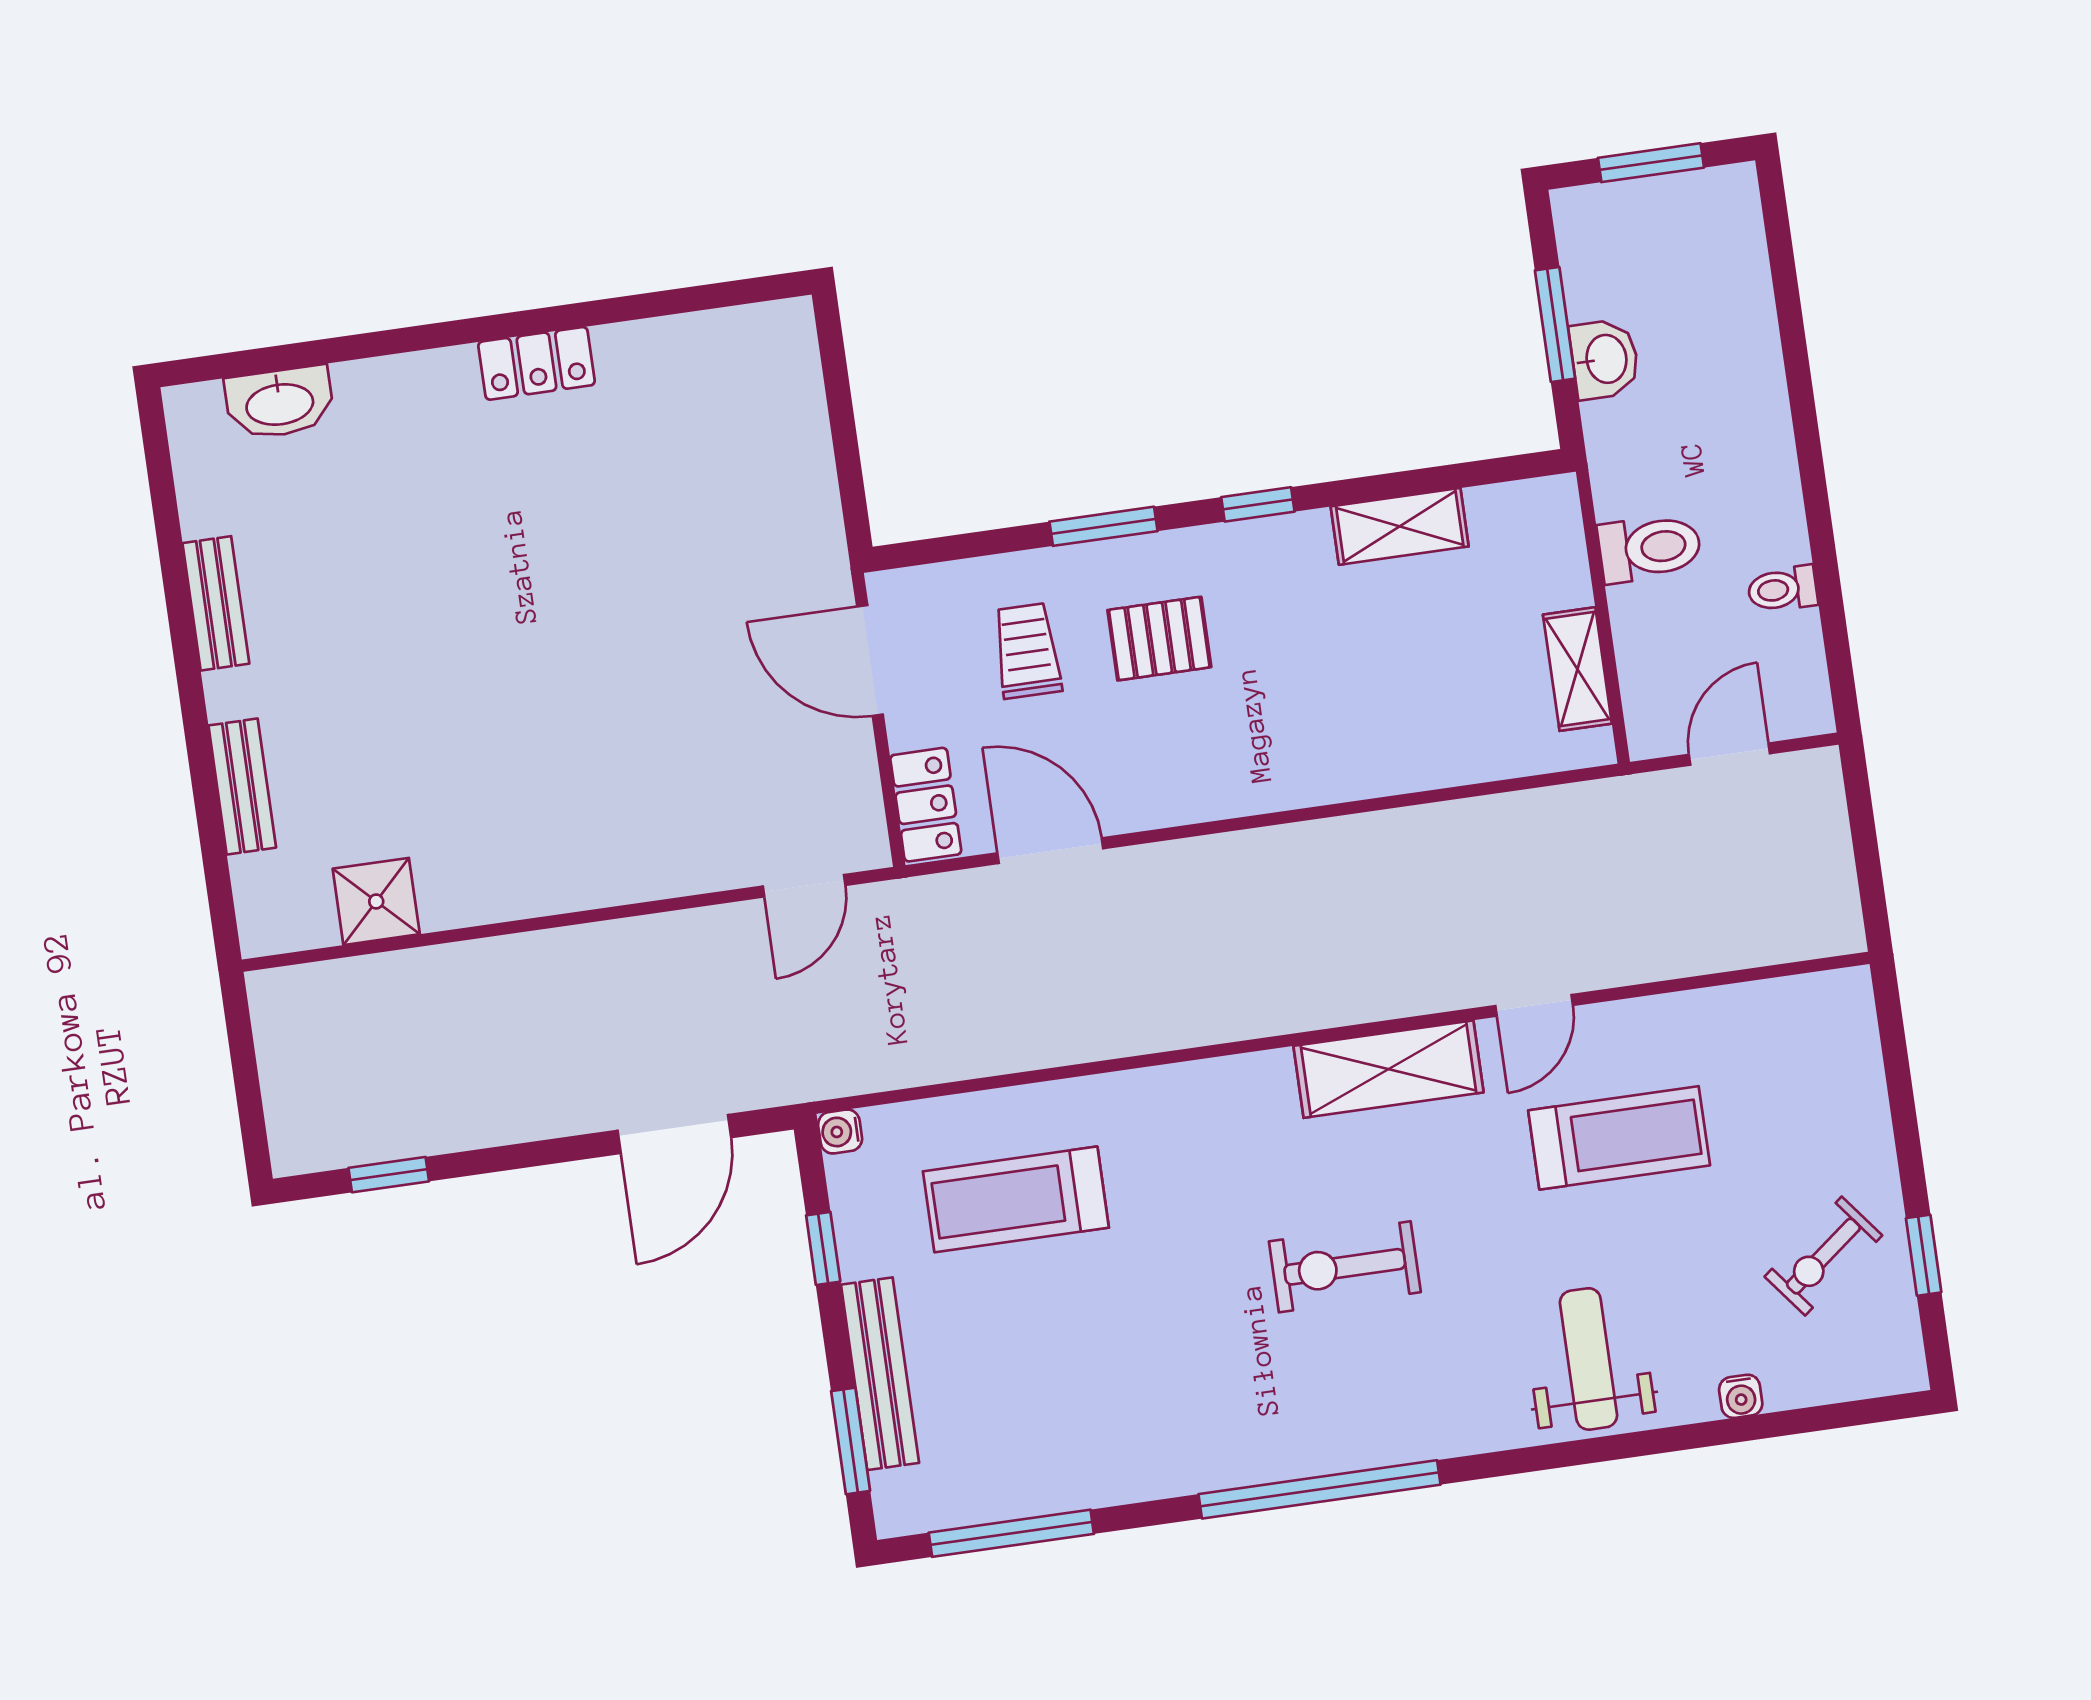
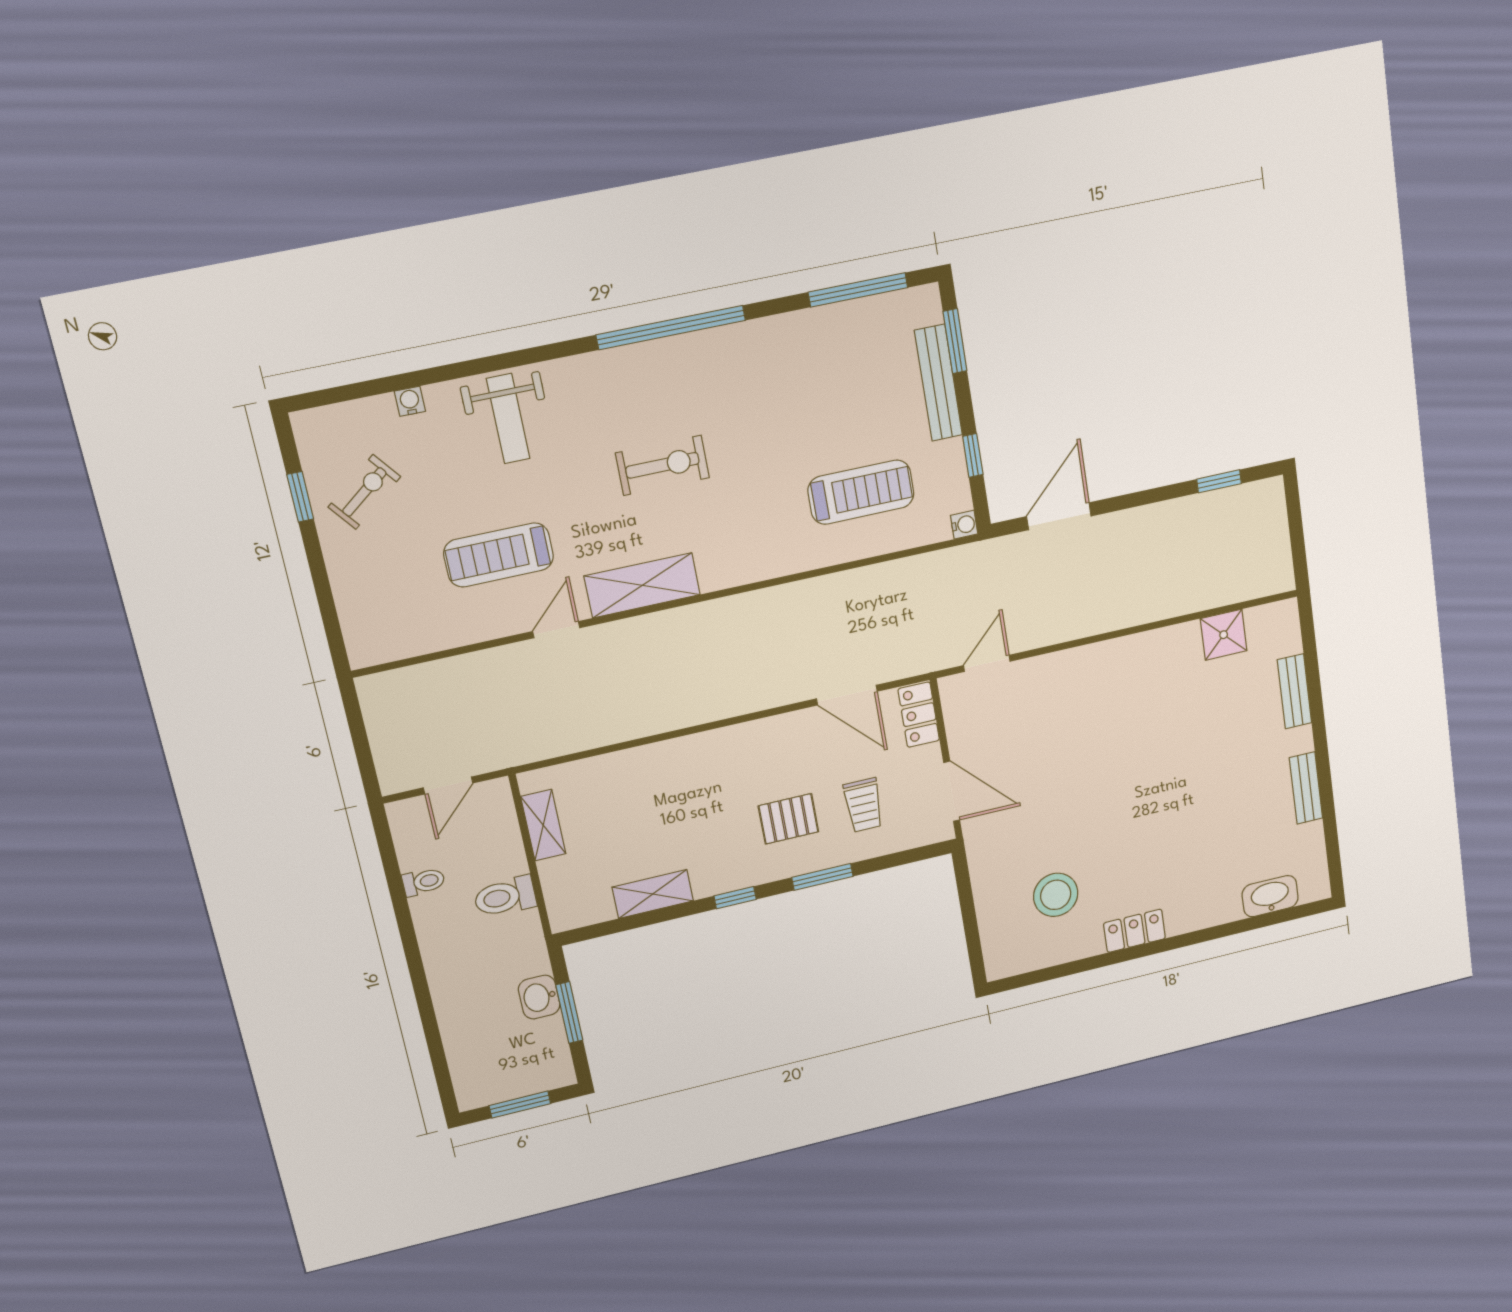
stool: (683, 448) -> (1056, 895), added

